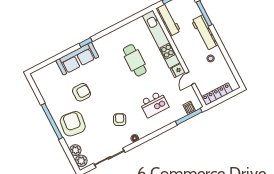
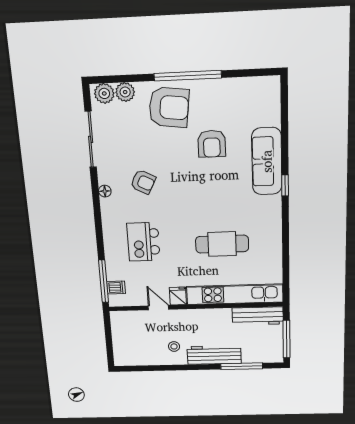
locker: (217, 94) -> (119, 333), removed

